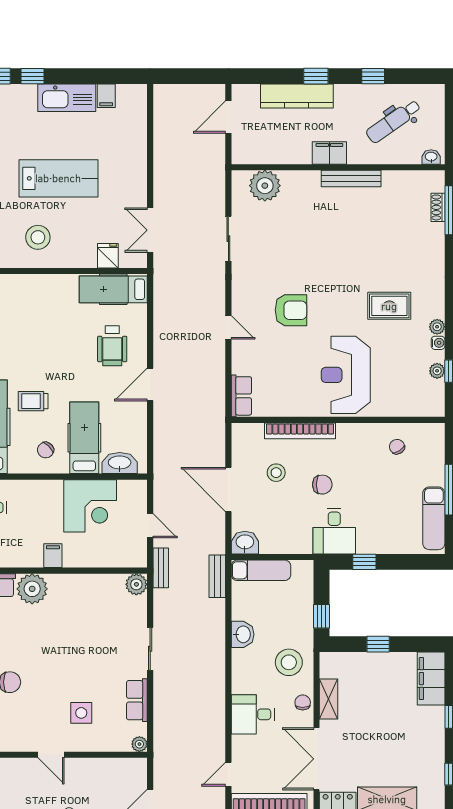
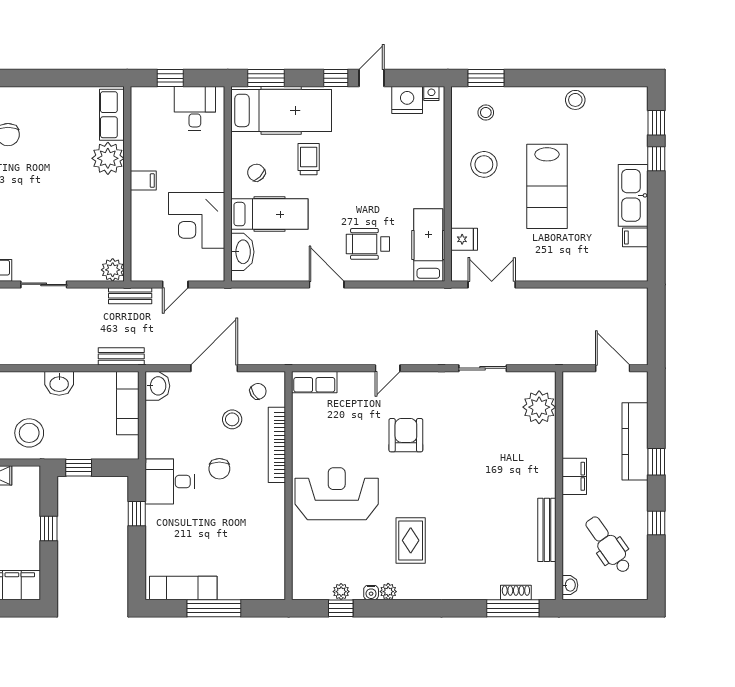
bench: (351, 178) -> (547, 530), moved
armchair: (291, 310) -> (406, 435), turned 180
chair: (397, 447) -> (258, 391), moved

